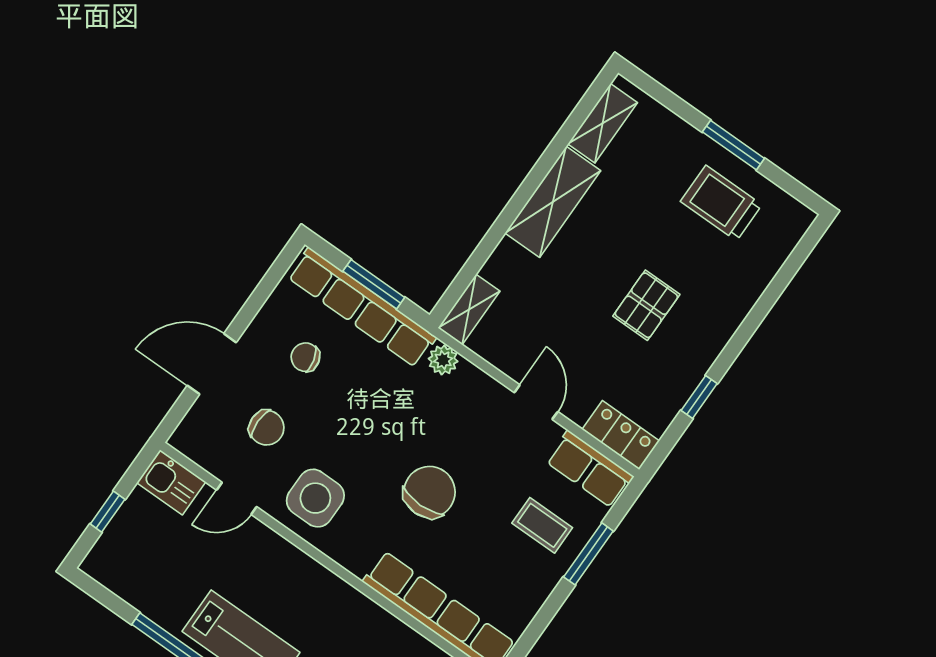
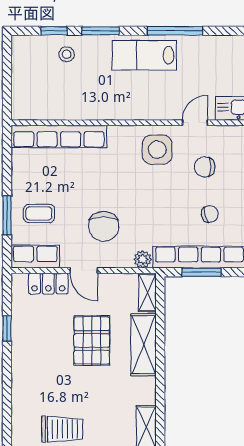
shelving: (553, 202) -> (144, 345), moved
pallet: (646, 305) -> (92, 340), moved, width x1.50, depth x1.42
locker: (621, 435) -> (48, 284), moved
chair: (430, 492) -> (104, 226), moved

